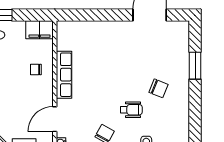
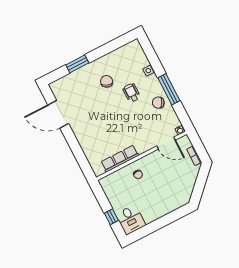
filing cabinet: (39, 30) -> (109, 186), removed
row of seats: (64, 75) -> (120, 159), moved

